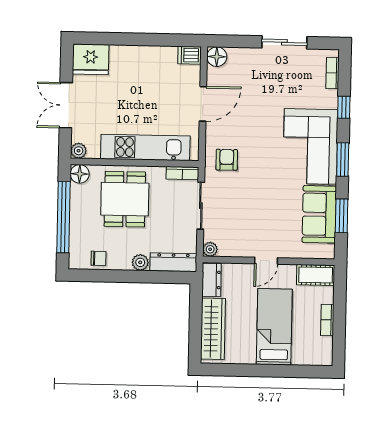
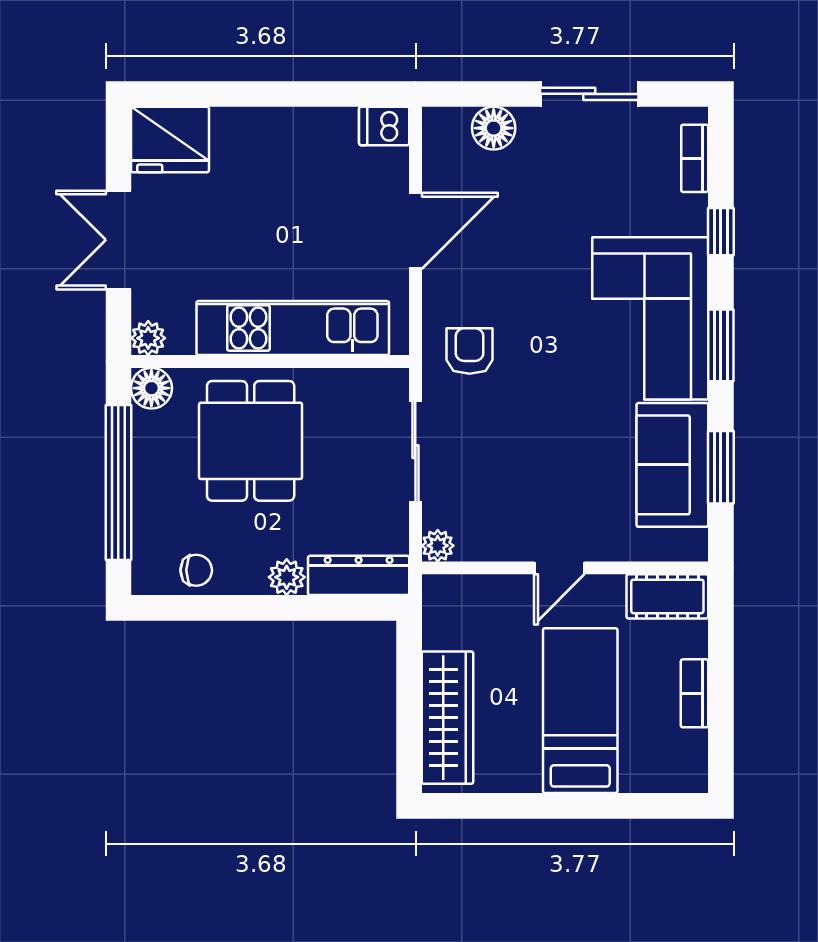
floor lamp: (217, 57) -> (494, 128), moved
bookcase: (182, 173) -> (374, 382), removed
dresser: (212, 280) -> (442, 612), removed

